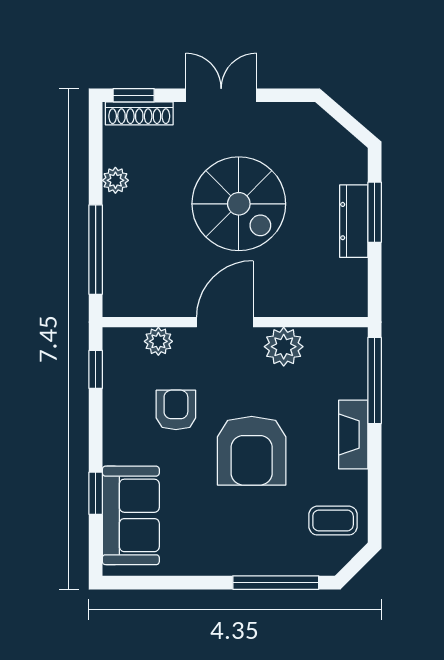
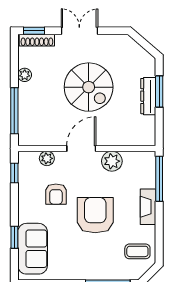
armchair: (176, 410) -> (56, 194), turned 180
armchair: (252, 451) -> (95, 215), turned 180

